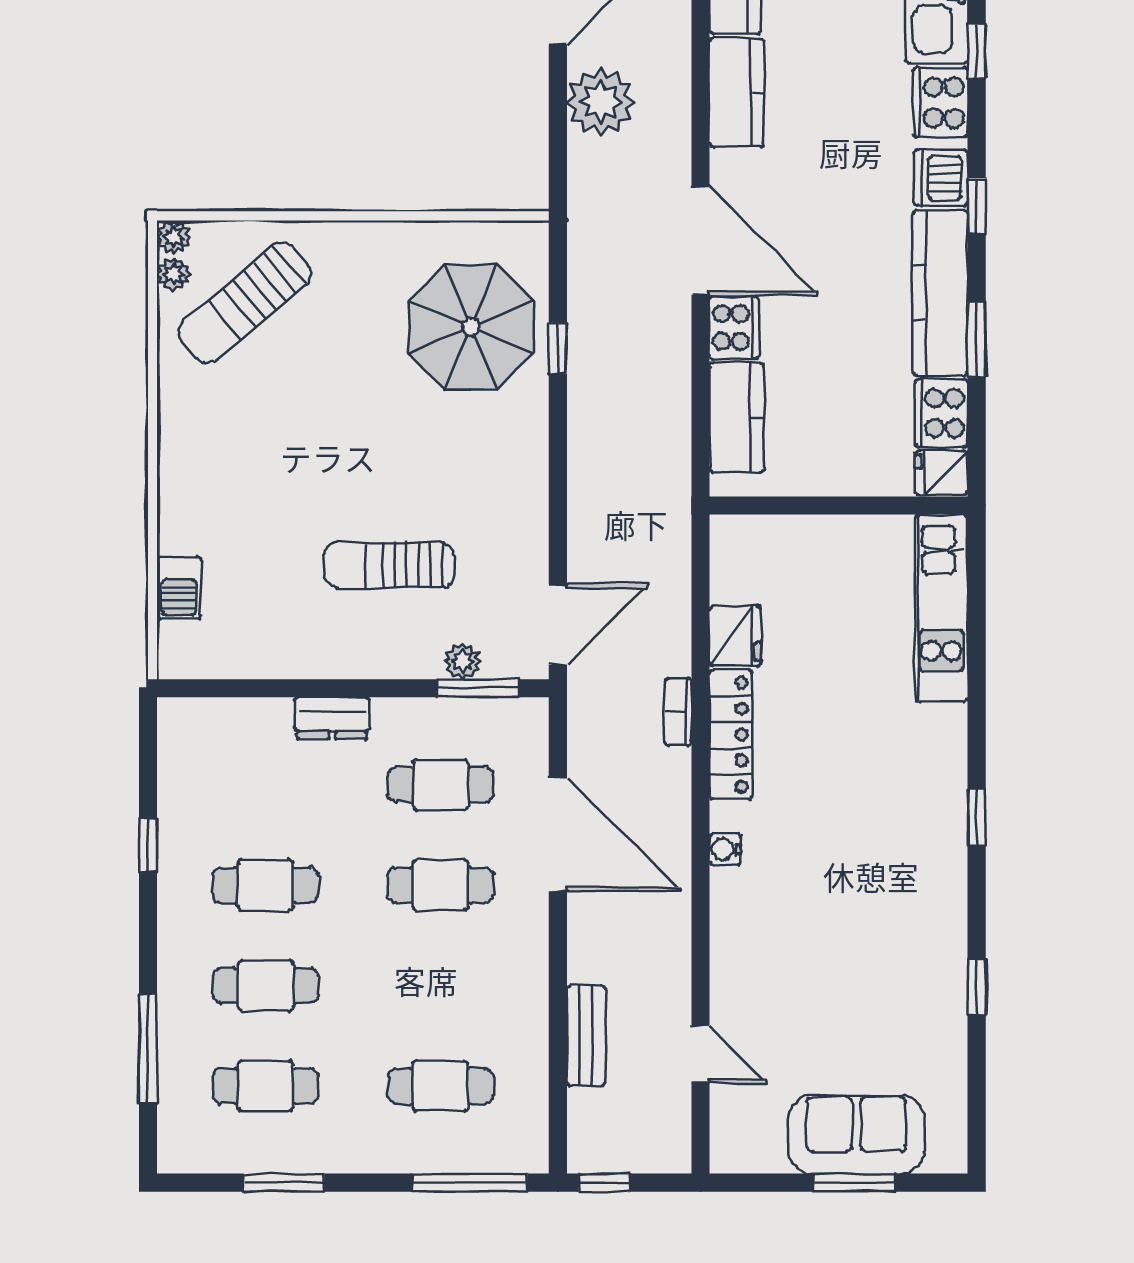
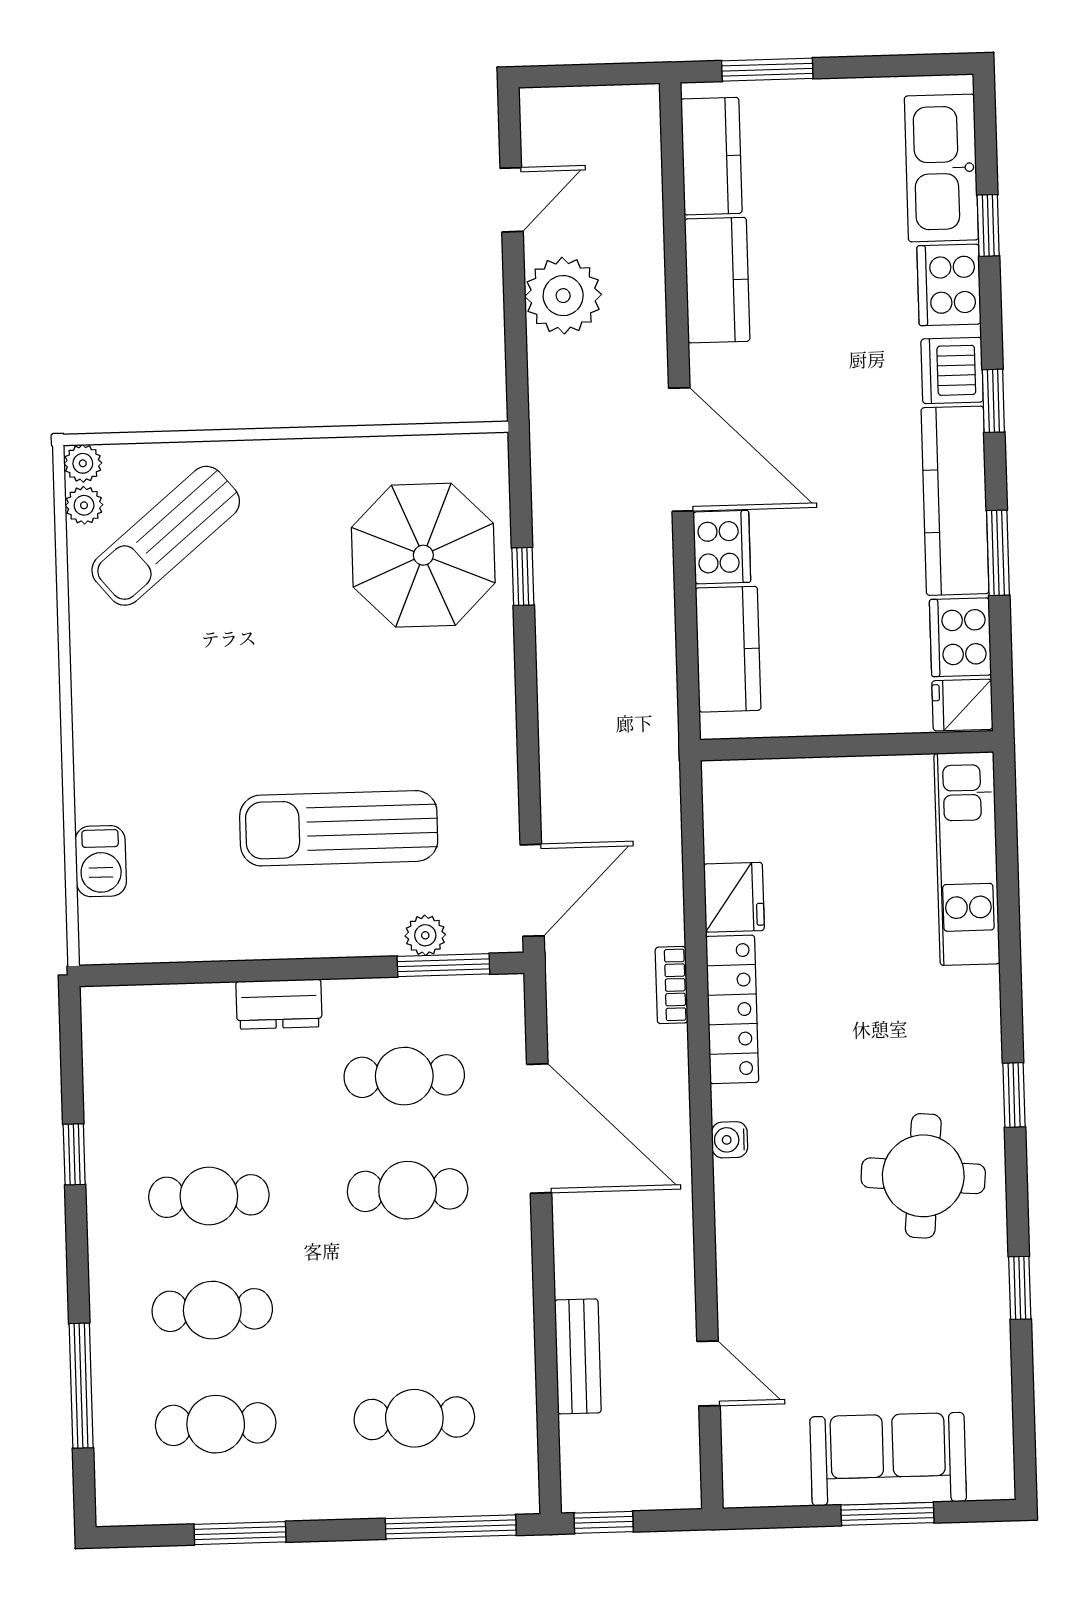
sun lounger: (389, 565) -> (339, 828), width x1.36, depth x1.34
round table: (895, 886) -> (923, 1176), added

